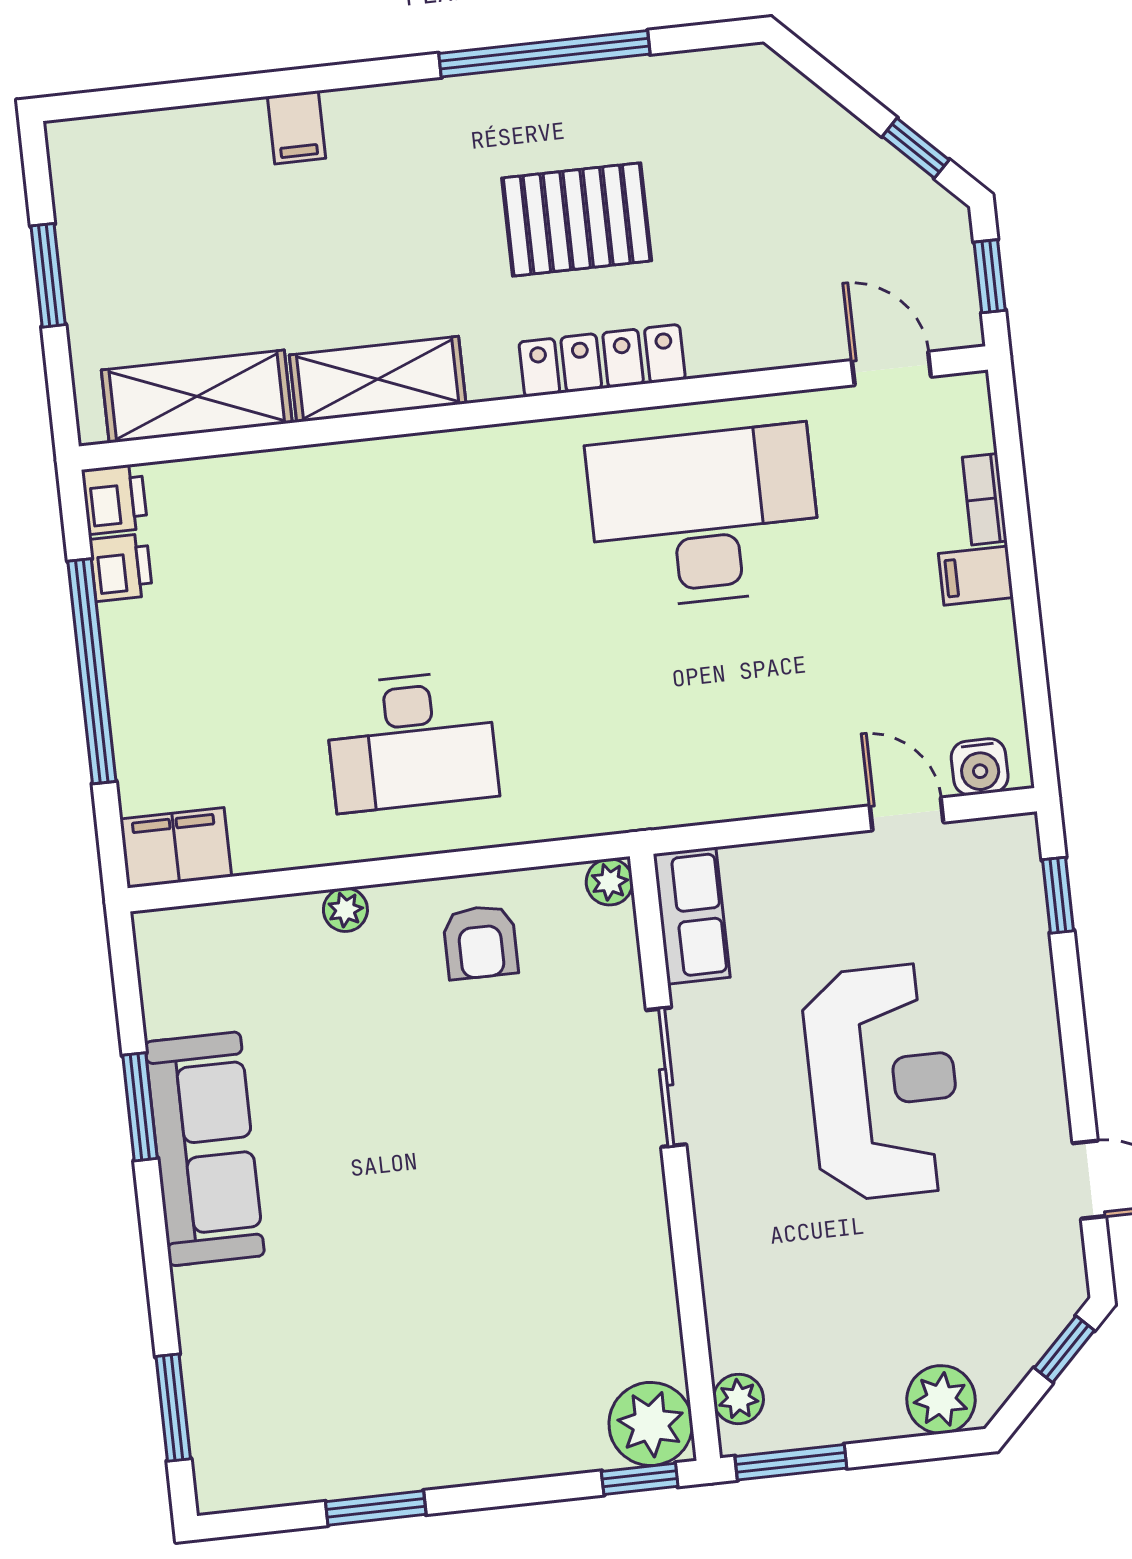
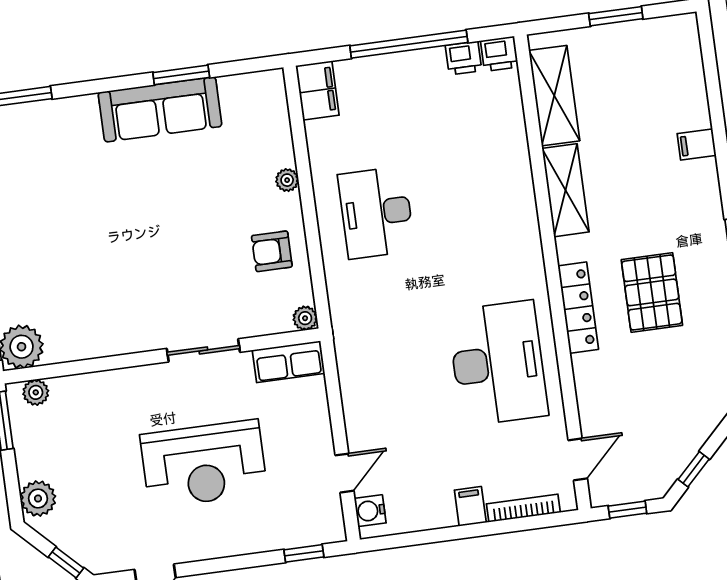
bookcase: (985, 499) -> (523, 508), width x1.56

